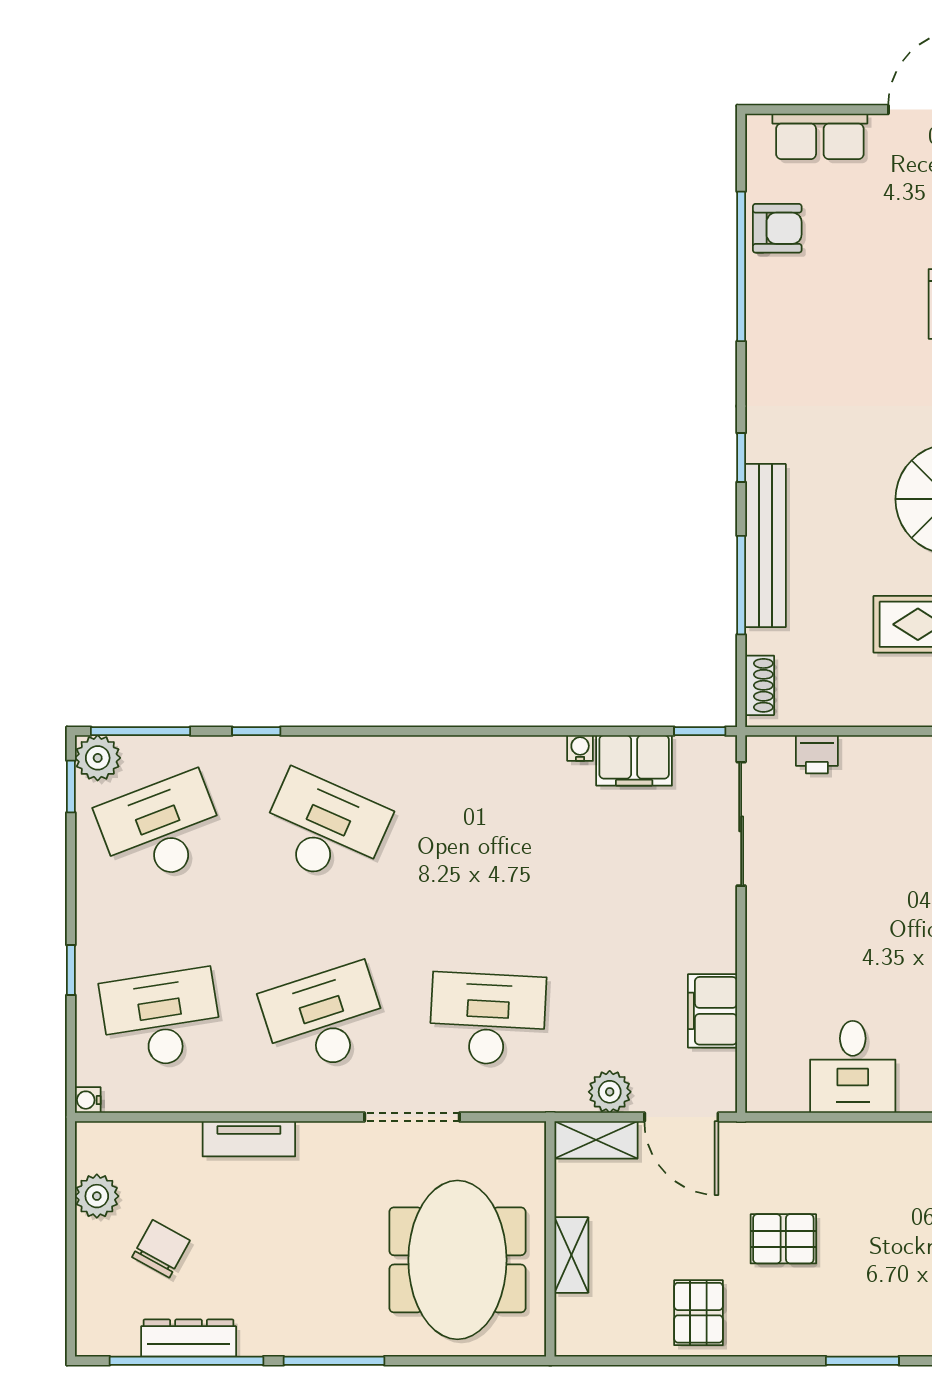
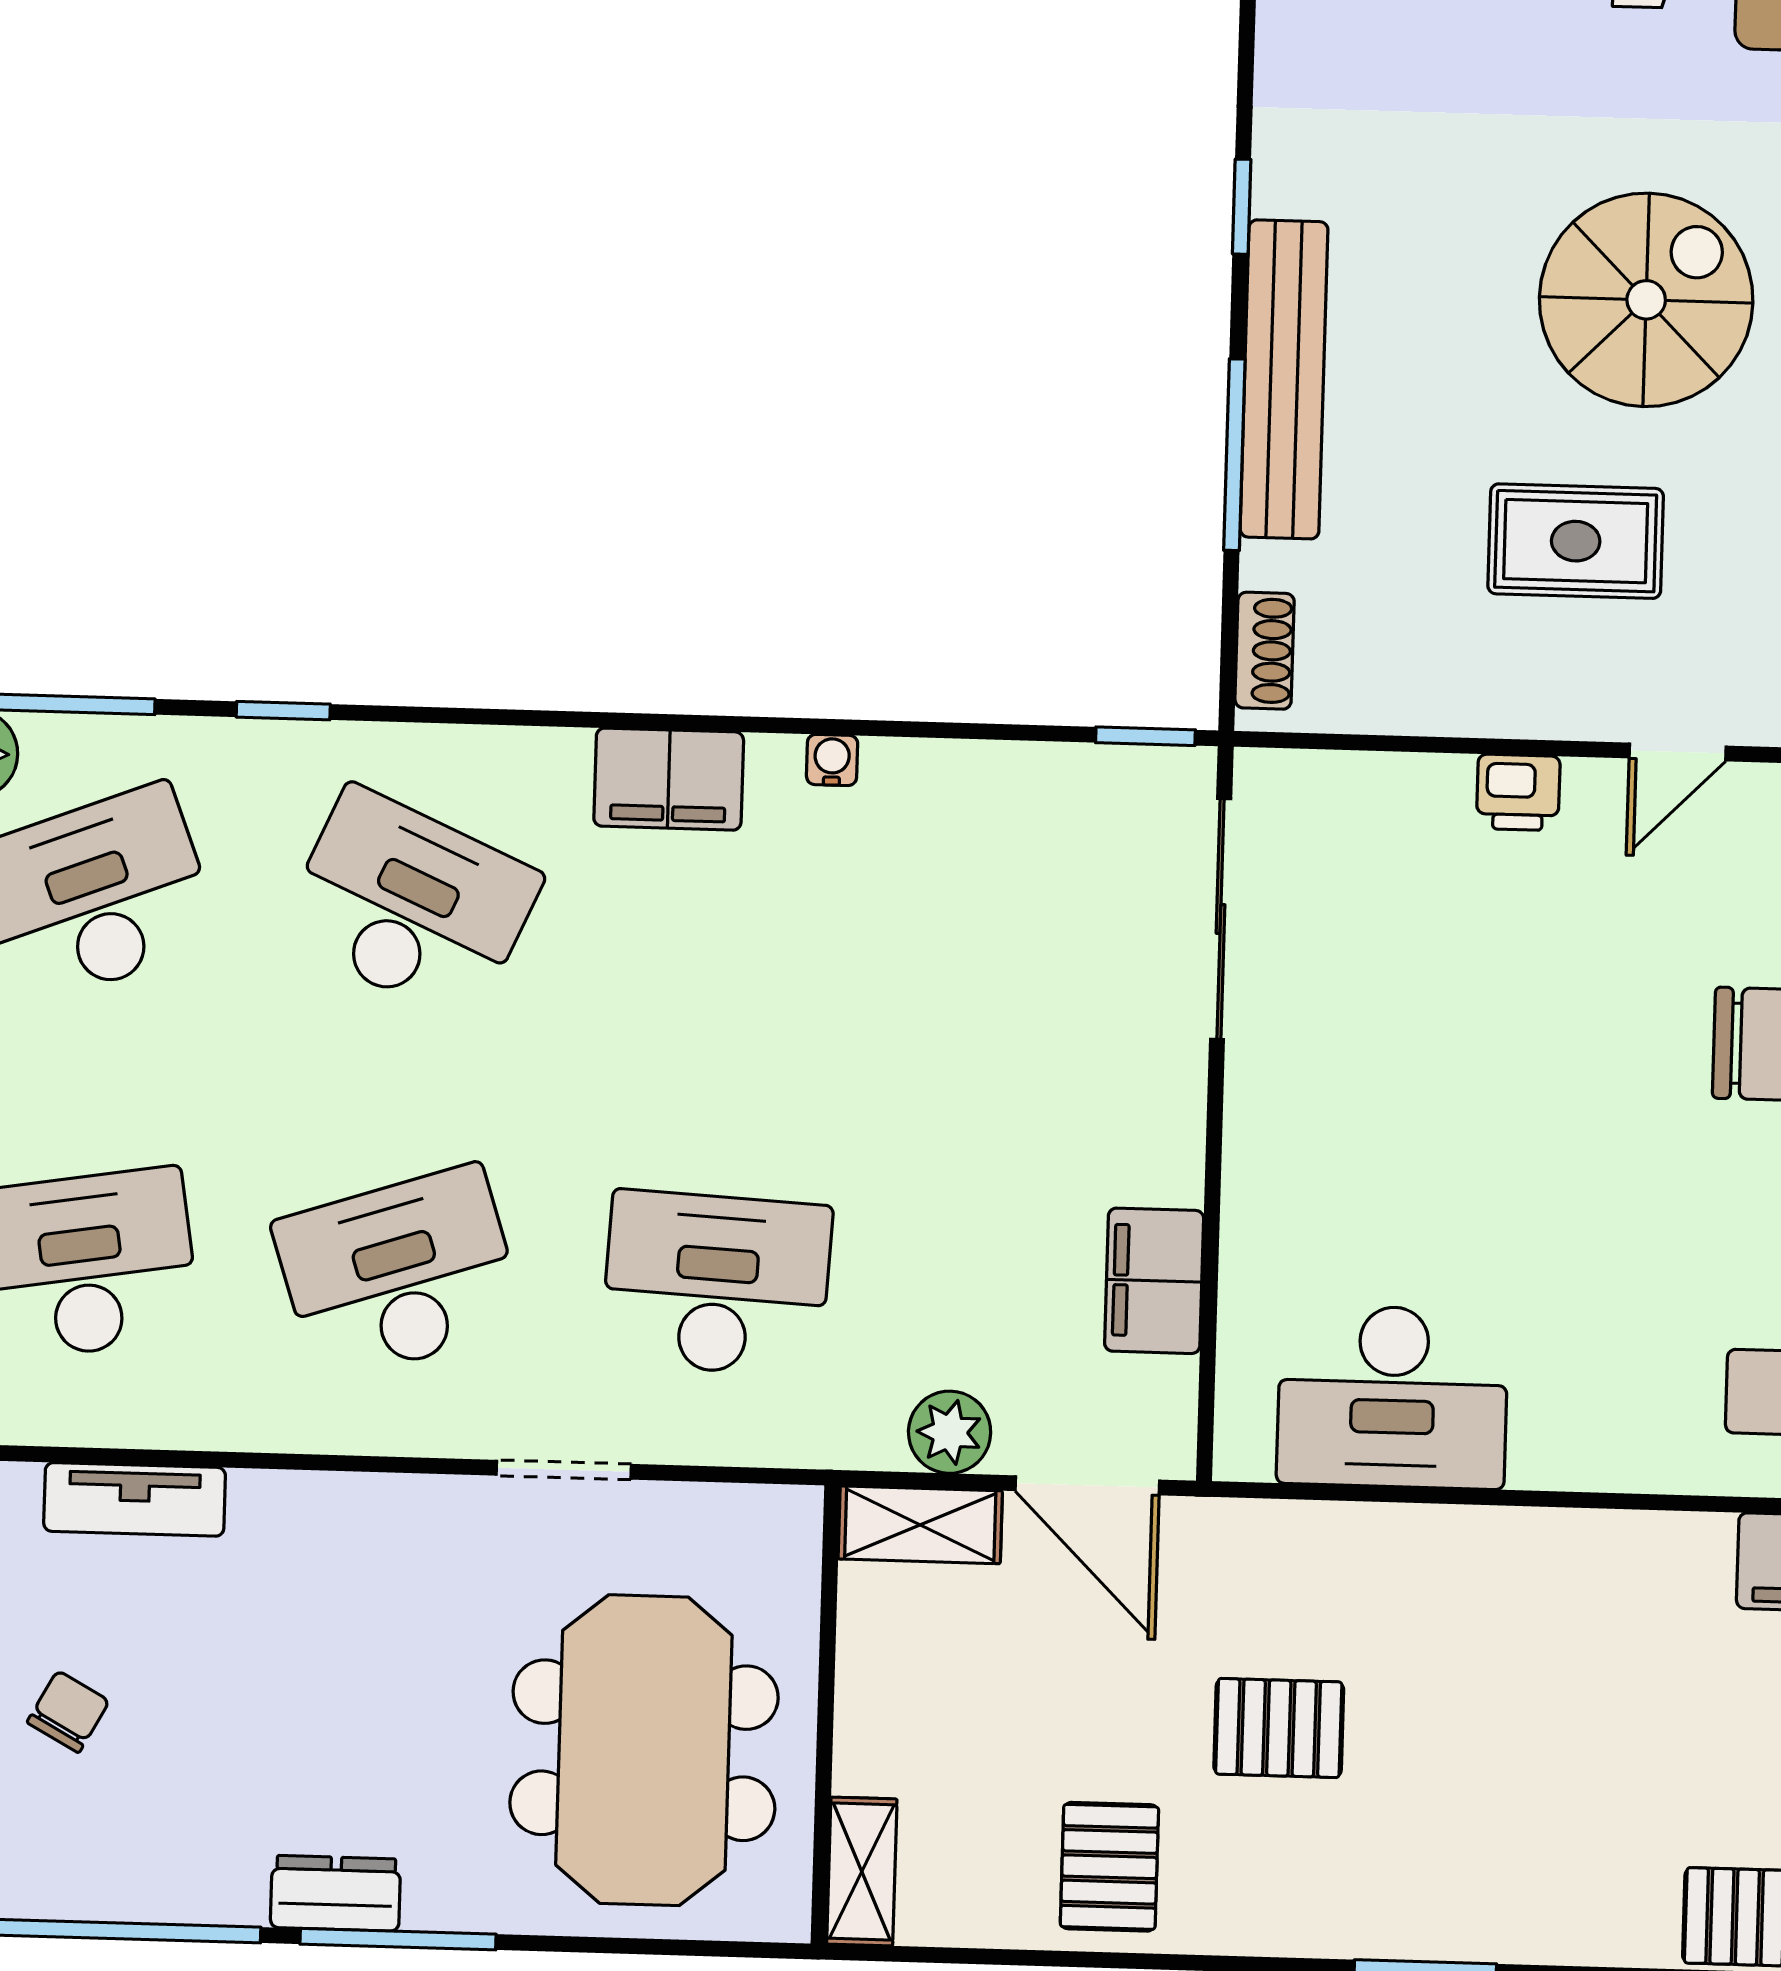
water cooler: (580, 748) -> (832, 760), moved
printer: (817, 754) -> (1518, 792), moved
filing cabinet: (634, 760) -> (669, 779), moved
desk: (853, 1067) -> (1393, 1397), width x1.37
doorway: (412, 1117) -> (564, 1470), width x0.73
tv unit: (249, 1139) -> (135, 1499), moved
chair: (161, 1249) -> (68, 1712), width x0.73, depth x0.73
shelving: (571, 1255) -> (862, 1871), moved
dresser: (189, 1338) -> (336, 1893), moved, width x0.70

